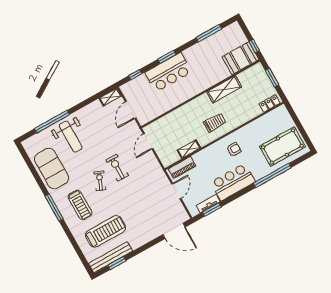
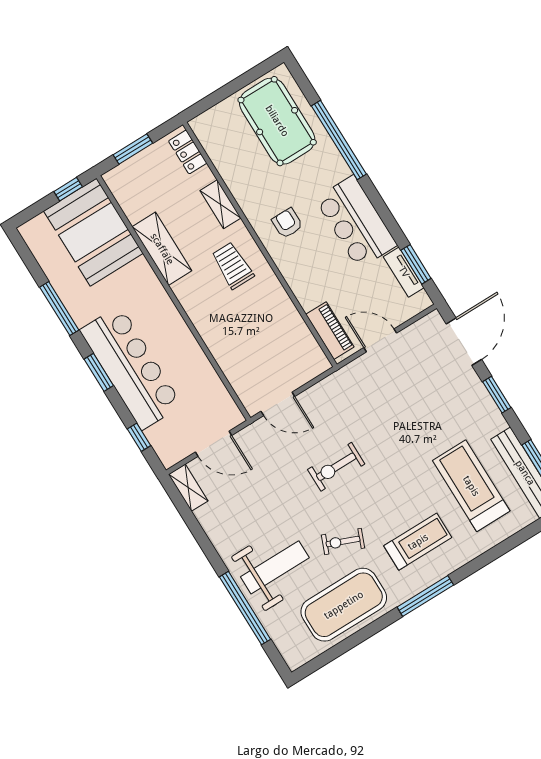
window: (209, 33) -> (59, 309), moved
booth: (240, 58) -> (93, 232), width x1.36, depth x1.42
bar counter: (168, 72) -> (131, 368), width x1.36
shelving: (189, 149) -> (220, 204), moved
exercise bike: (100, 181) -> (343, 541), moved
window: (148, 245) -> (497, 395), added

